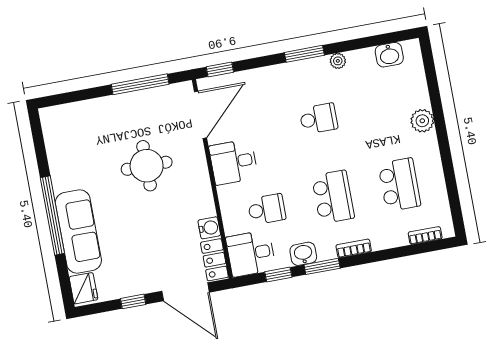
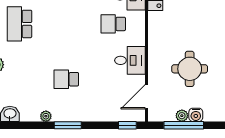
plant: (145, 97) -> (182, 116), added
door: (200, 115) -> (146, 97), width x0.73
school desk: (333, 197) -> (66, 24), removed
water cooler: (209, 228) -> (196, 115), moved, turned -90

